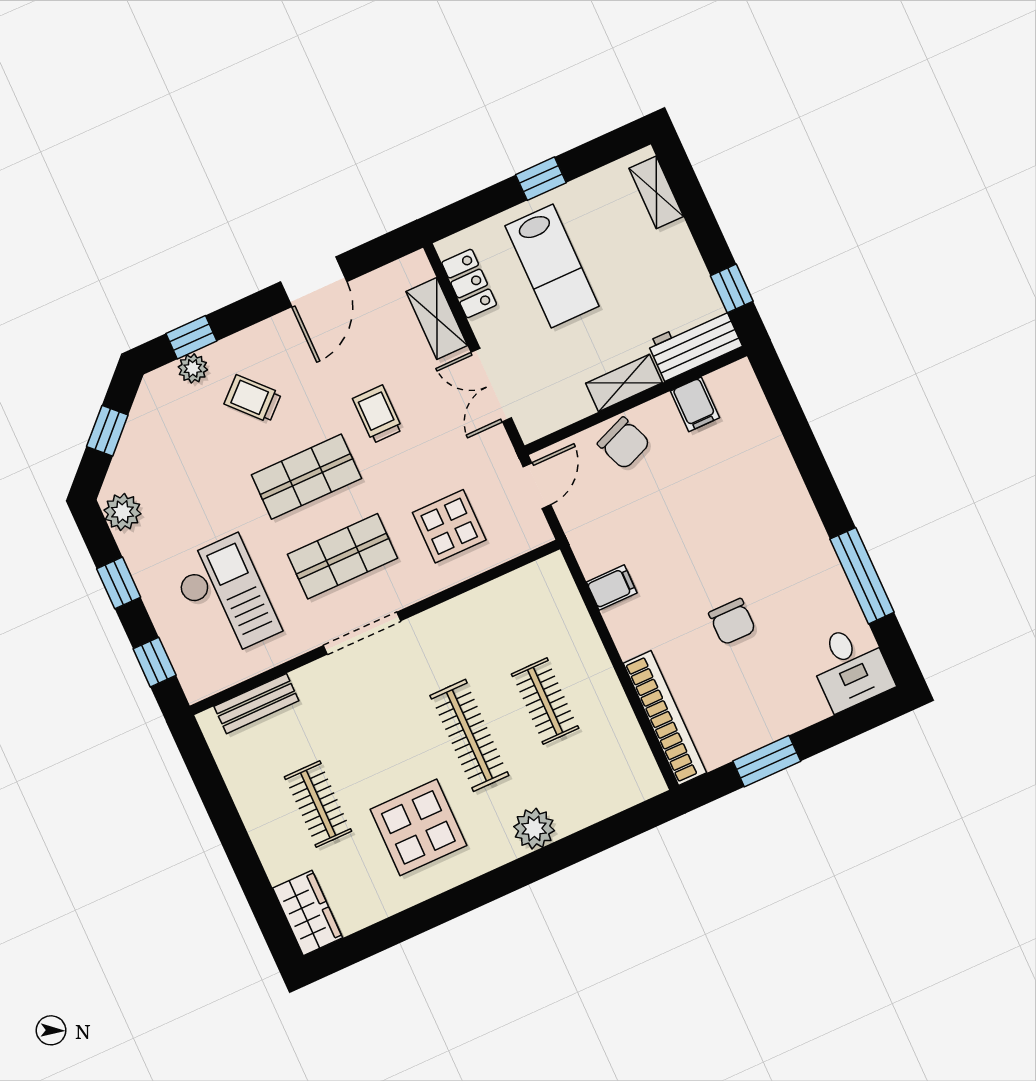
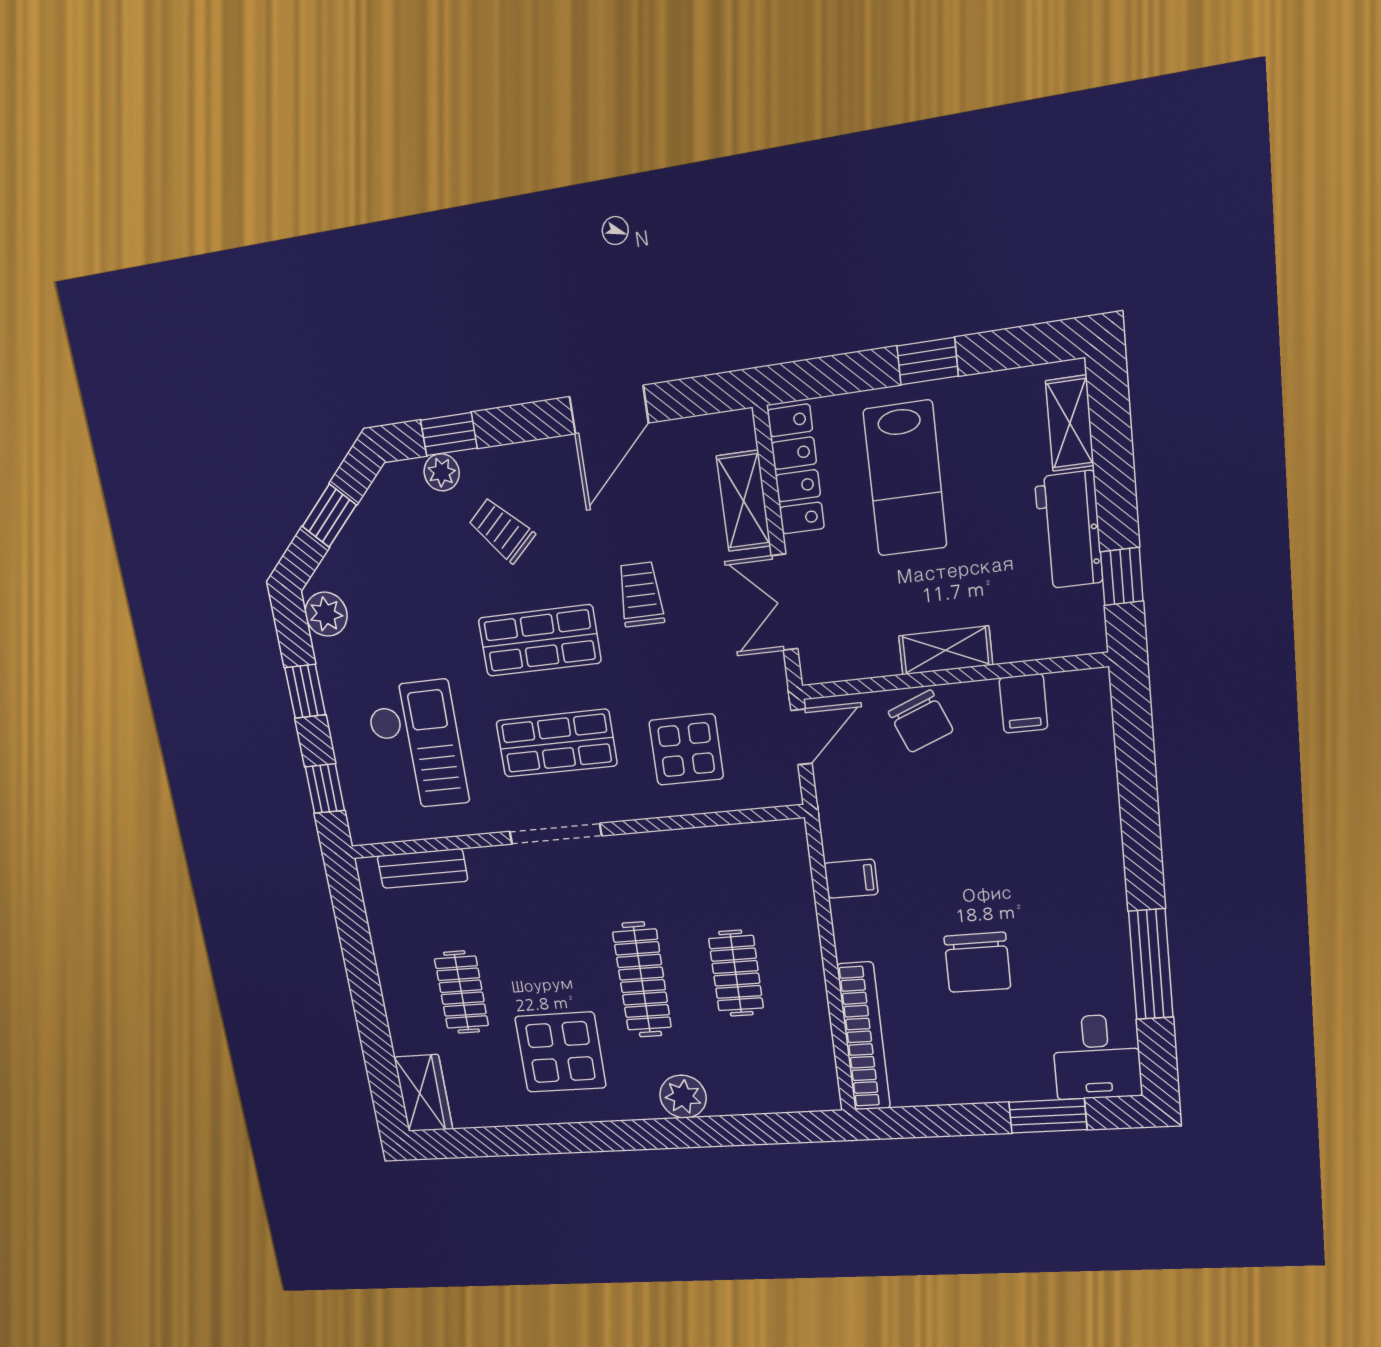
locker: (469, 284) -> (796, 469), width x1.53
workbench: (695, 344) -> (1069, 530), moved, turned -90
chair: (732, 622) -> (977, 962), width x1.37, depth x1.37
window: (767, 761) -> (1048, 1116), moved

